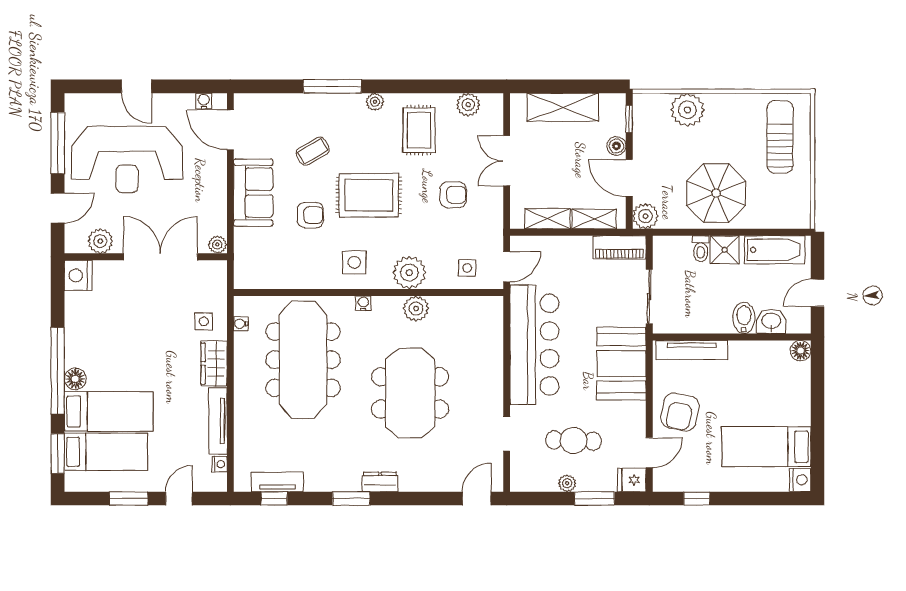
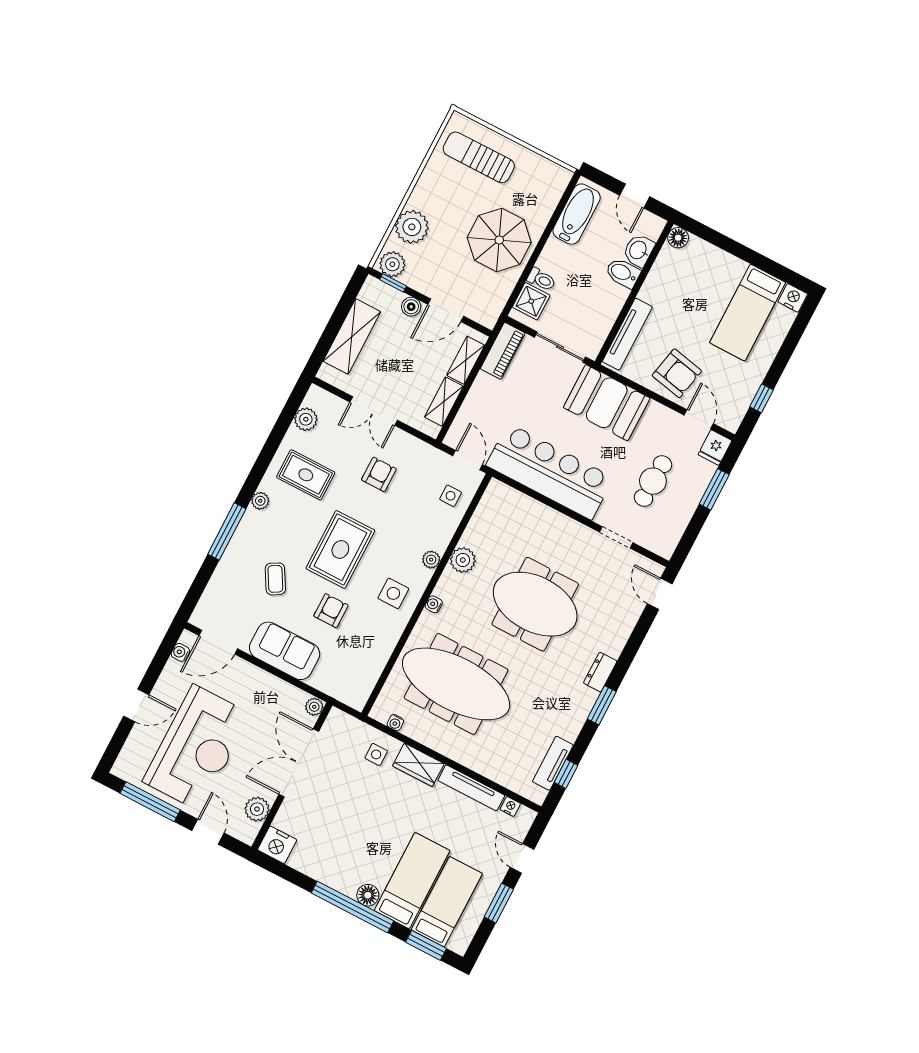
plant: (645, 216) -> (392, 264), moved
shower: (725, 250) -> (531, 301), moved
plant: (409, 273) -> (431, 560), width x0.53, depth x0.53
plant: (567, 483) -> (688, 506), removed

